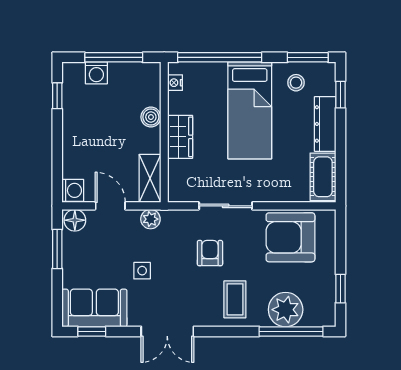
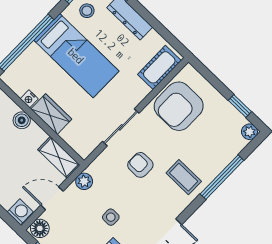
nightstand: (175, 83) -> (29, 99), moved
cot: (323, 177) -> (159, 67), moved, turned 90
plant: (286, 310) -> (249, 132), moved, width x0.53, depth x0.53
window: (291, 331) -> (222, 177), moved

